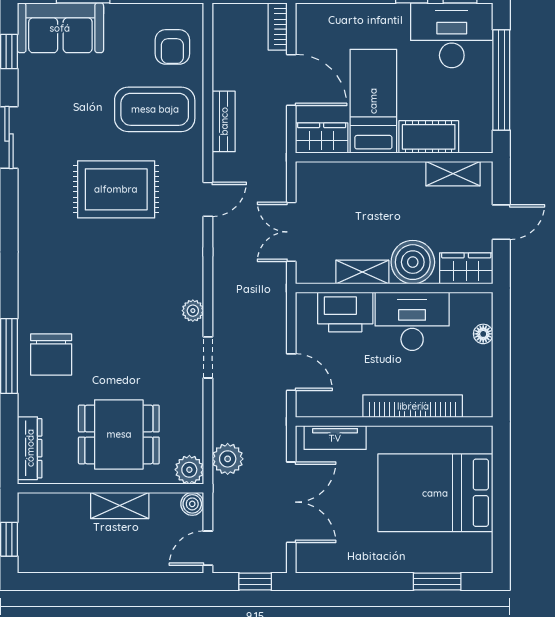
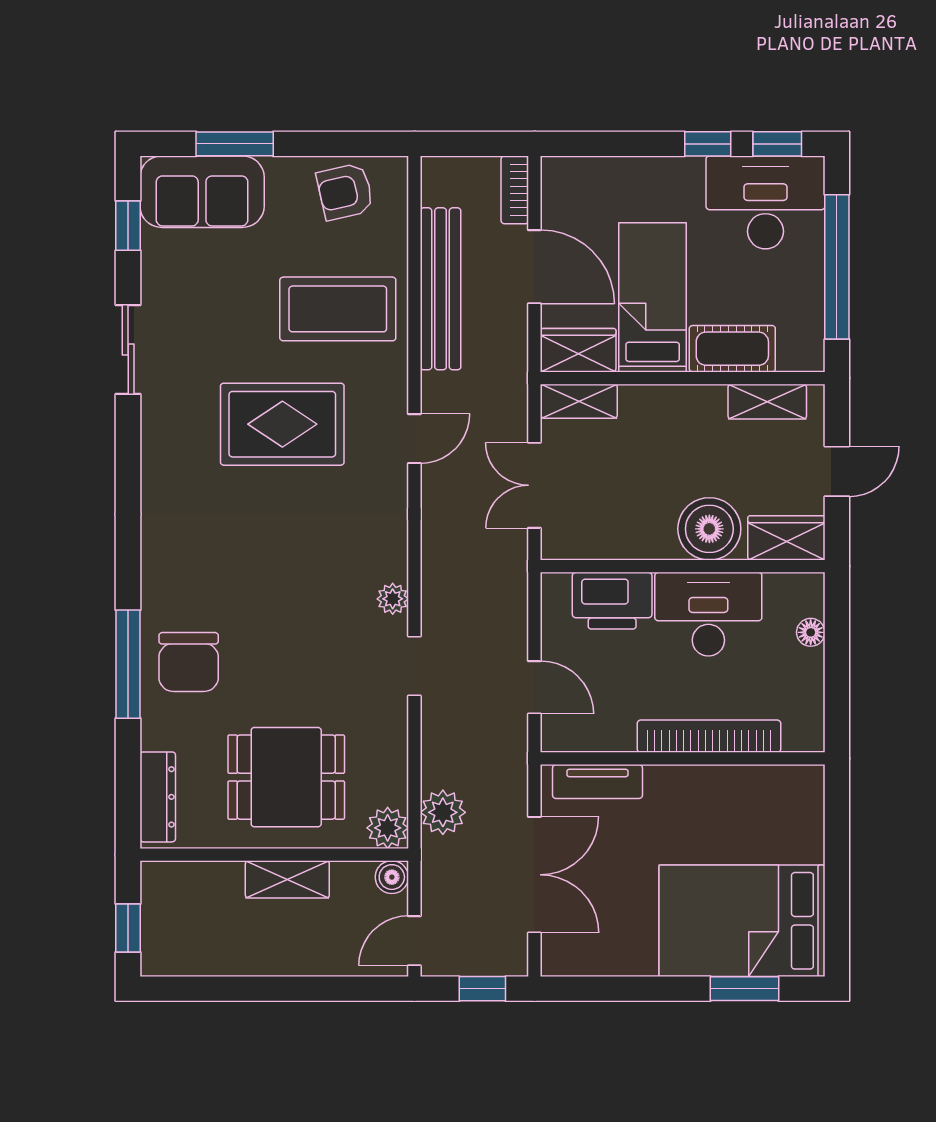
armchair: (172, 47) -> (345, 192), moved, turned 77
bench: (224, 121) -> (441, 289), width x1.86, depth x1.21
shelving: (362, 272) -> (579, 401), moved
bed: (435, 493) -> (742, 921), moved

